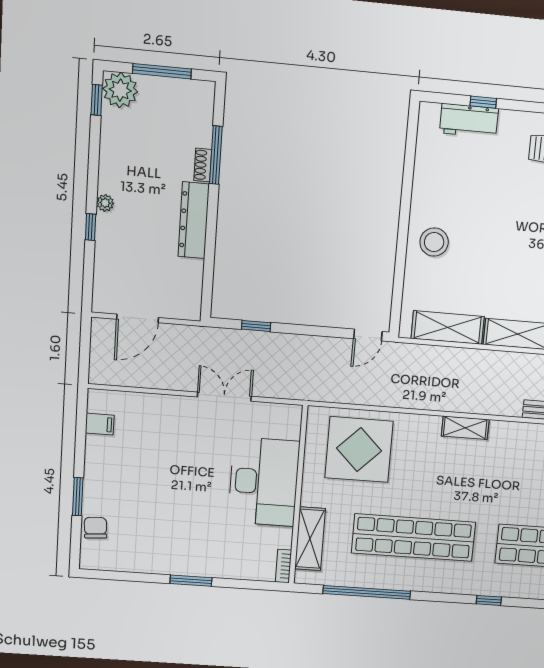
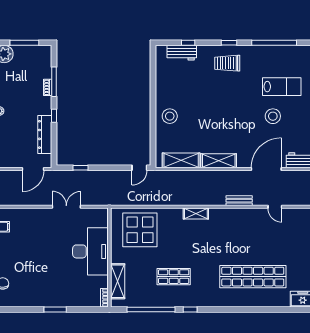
dresser: (194, 220) -> (45, 134), moved
window: (212, 222) -> (54, 116), added
door: (137, 318) -> (33, 169), moved
shop shelf: (414, 538) -> (174, 277), width x0.50, depth x0.74
window: (489, 600) -> (190, 309), moved

